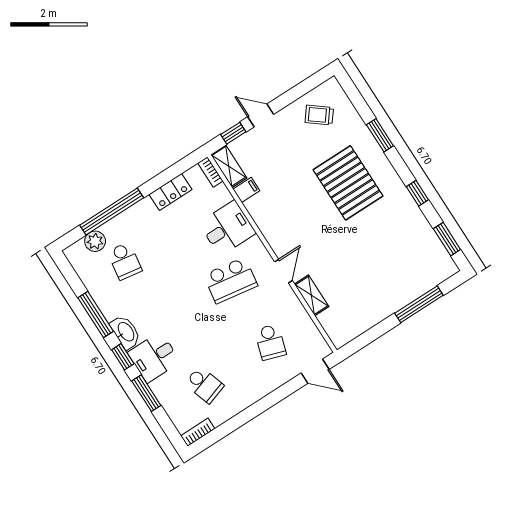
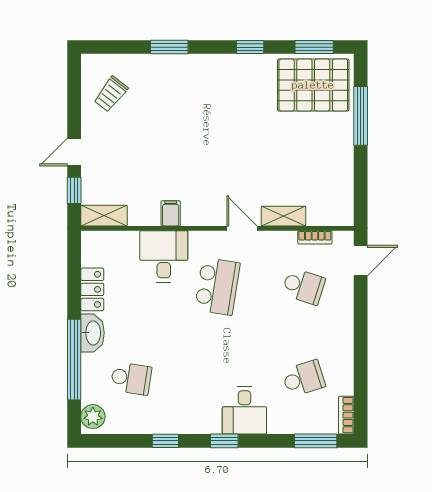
bookcase: (210, 172) -> (315, 237), moved
pallet: (348, 183) -> (313, 85), moved
filing cabinet: (246, 190) -> (171, 213), moved
plant: (95, 241) -> (93, 417), moved
window: (96, 315) -> (165, 441), width x0.46
washbasin: (126, 332) -> (92, 333), moved, turned 90
window: (146, 393) -> (316, 441), moved

